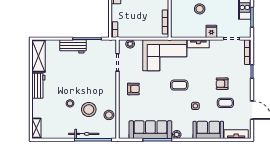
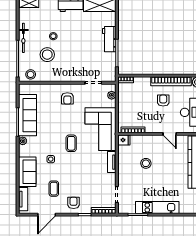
fridge: (211, 31) -> (124, 140), moved
armchair: (222, 84) -> (74, 203), moved
stool: (109, 115) -> (31, 74), moved
bicycle: (84, 134) -> (23, 38), moved

